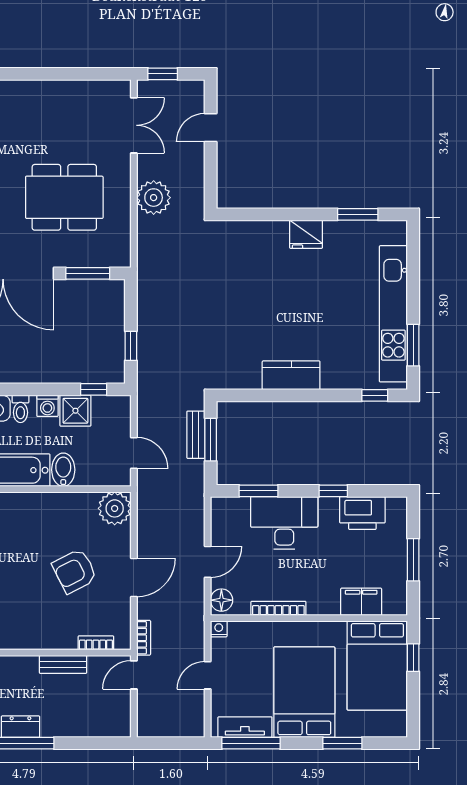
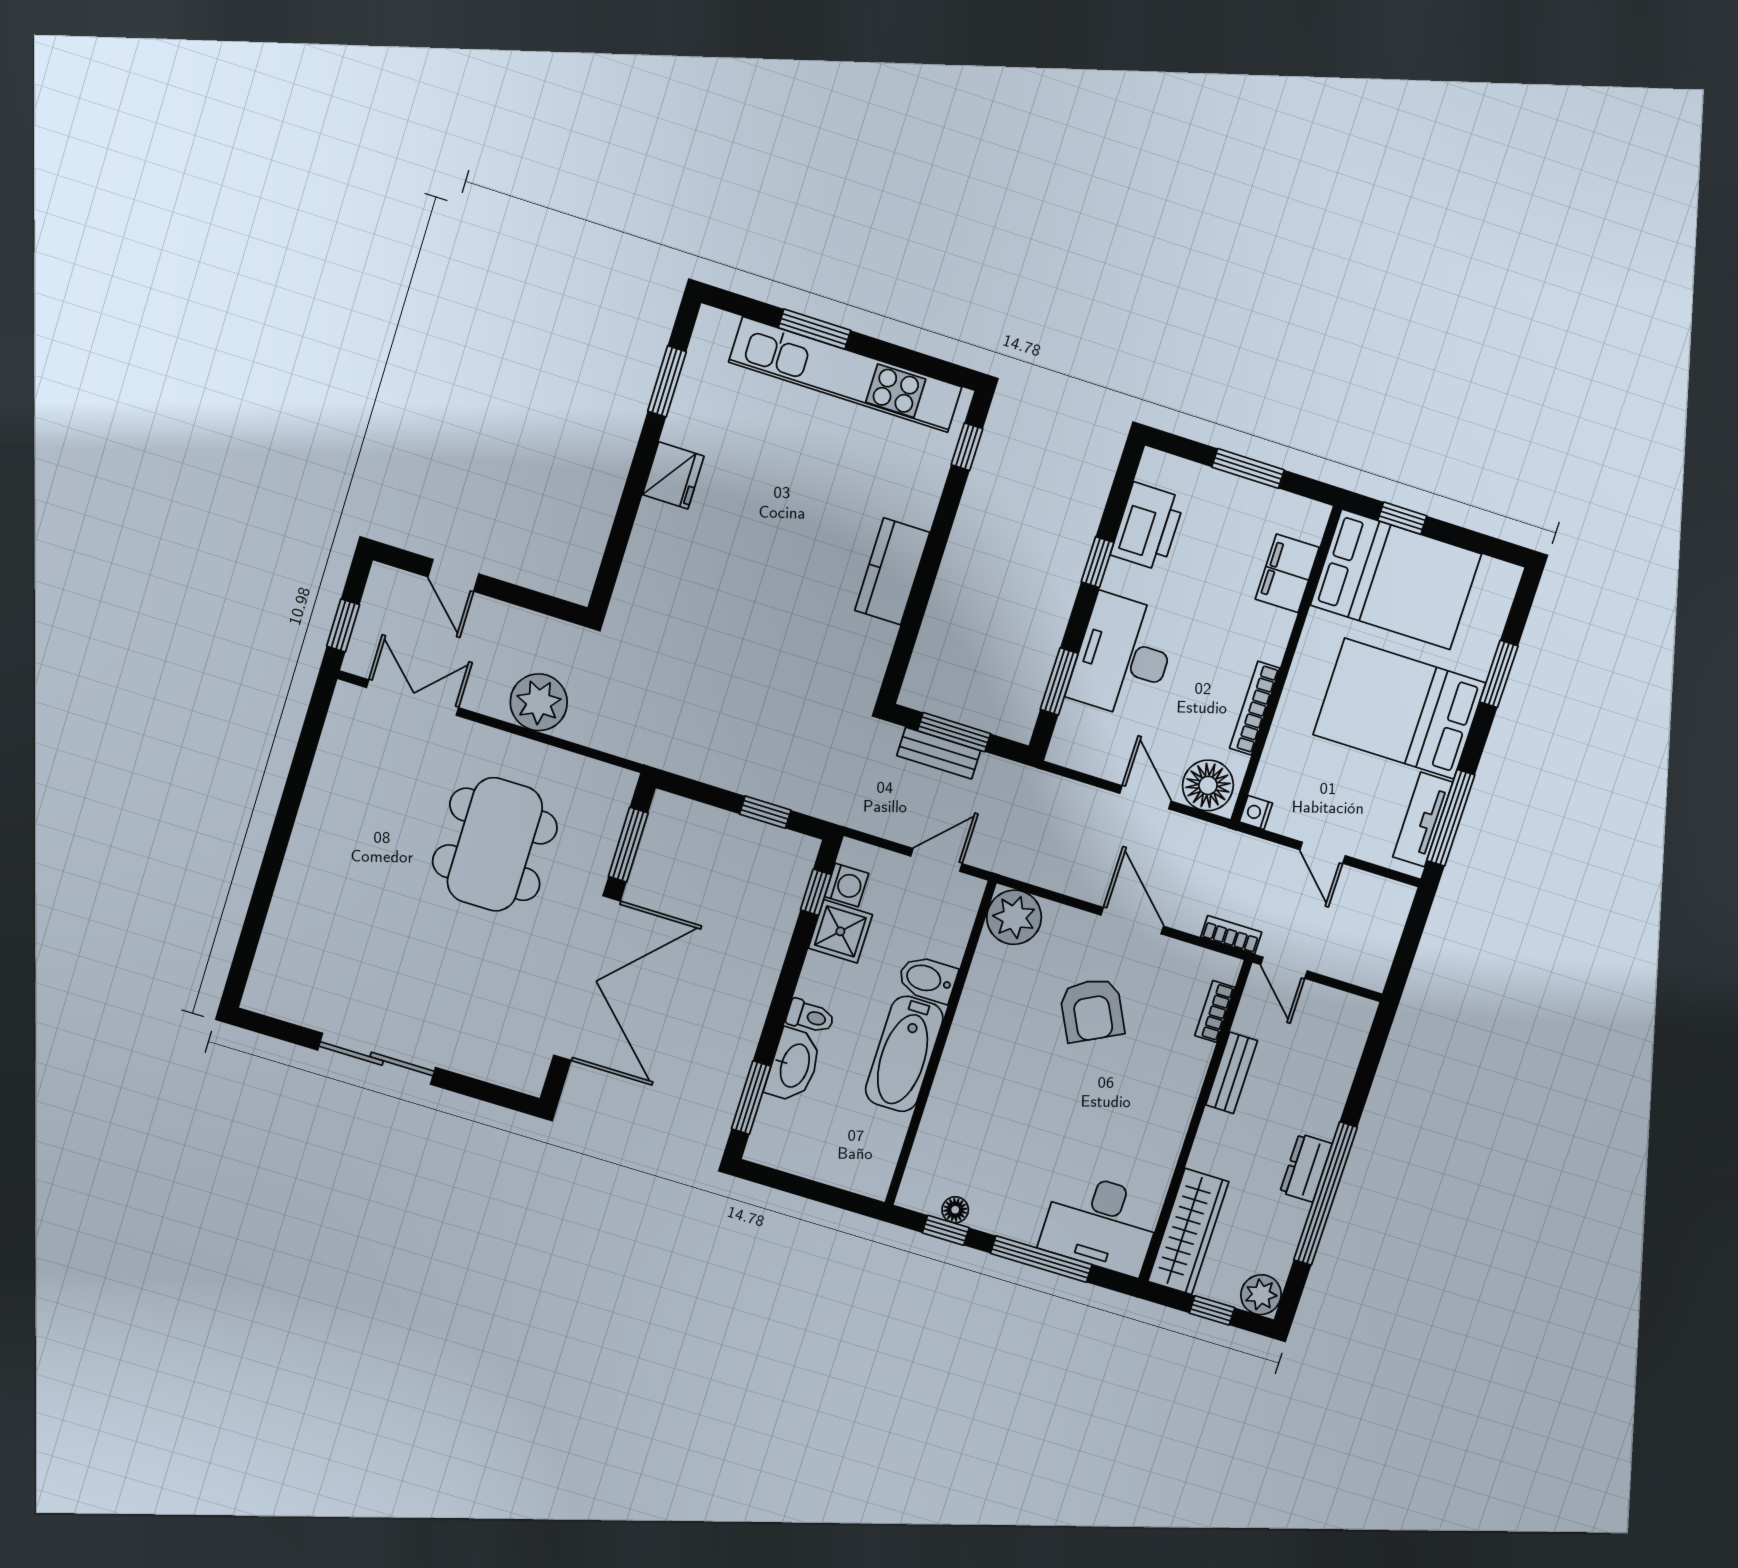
window: (413, 345) -> (814, 329), moved
washing machine: (47, 406) -> (847, 885), moved
floor lamp: (221, 600) -> (1208, 785), width x1.38, depth x1.38

